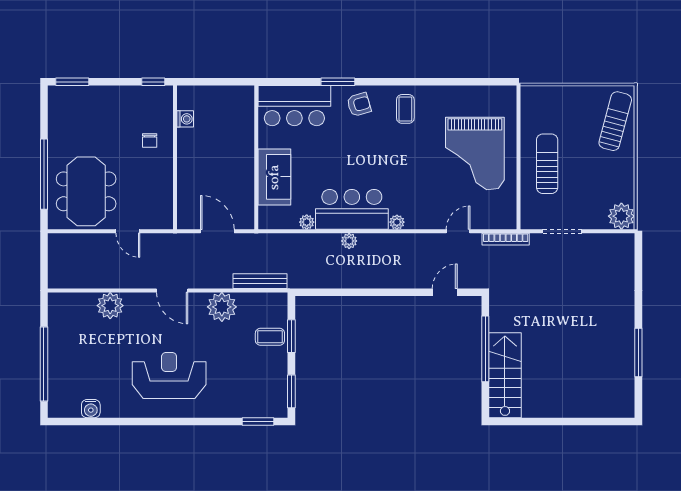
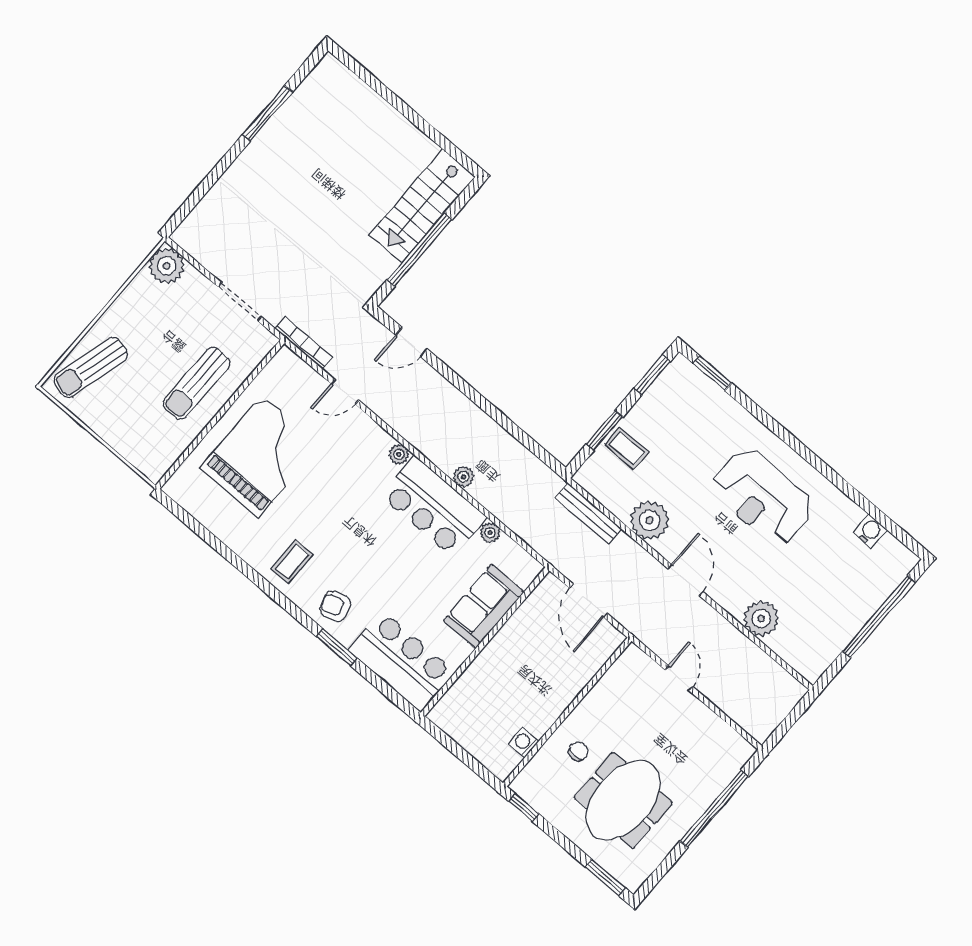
meeting table: (86, 191) -> (623, 800), moved

